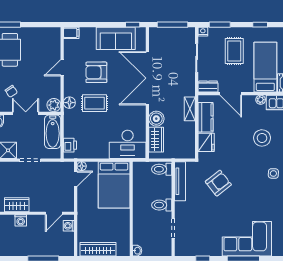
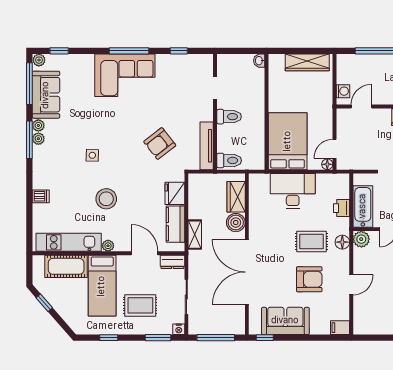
rug: (234, 51) -> (140, 305), turned 90
double door: (147, 78) -> (247, 272), swing flipped
desk: (128, 144) -> (293, 191), moved
printer: (70, 145) -> (342, 208), moved

